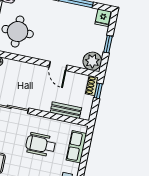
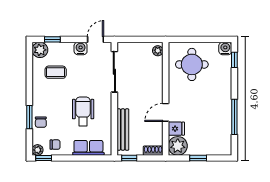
fridge: (103, 18) -> (176, 129), moved, turned 180
window: (98, 91) -> (129, 158), moved
bench: (66, 110) -> (123, 130), width x1.36

